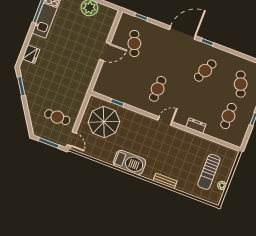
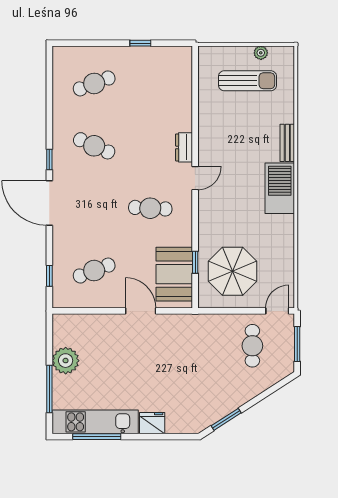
door: (105, 52) -> (141, 311), moved
fridge: (31, 54) -> (152, 423), moved
booth: (115, 88) -> (174, 274), added
cafe table: (228, 116) -> (150, 83), removed
door: (165, 121) -> (195, 178), swing flipped
dresser: (196, 126) -> (184, 147), moved
barbecue: (129, 162) -> (280, 188), moved

